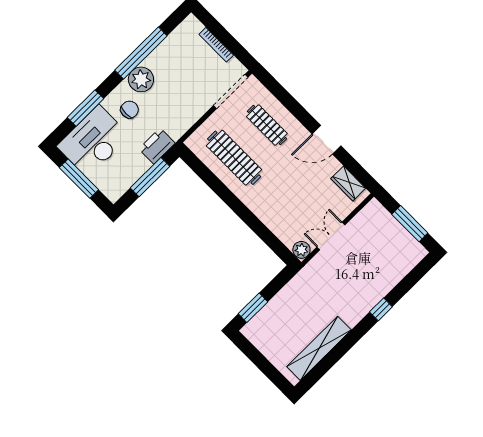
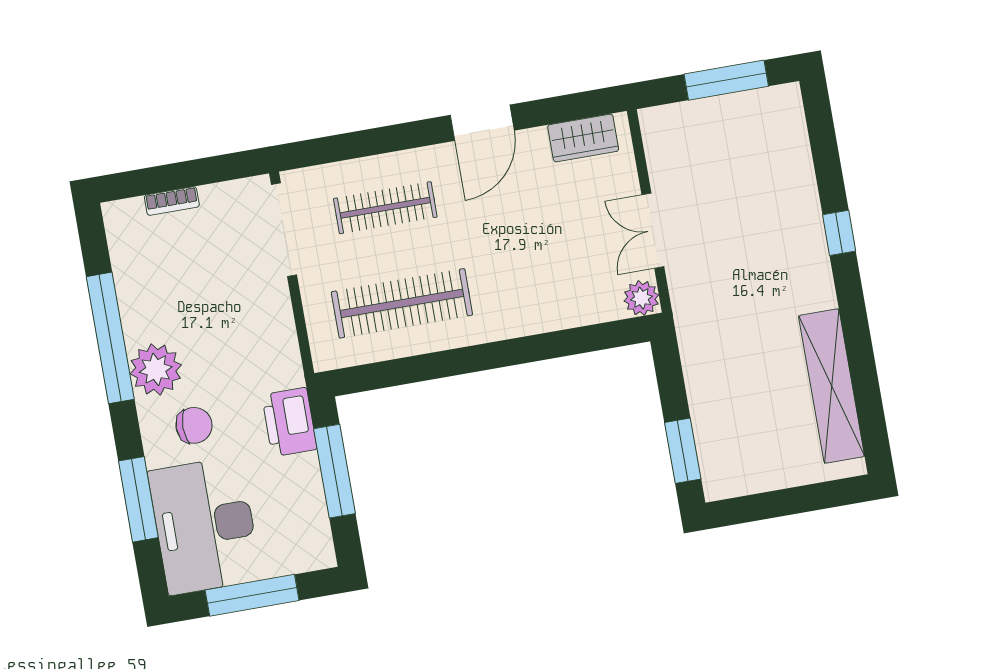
bookcase: (216, 45) -> (172, 201), width x0.64
chair: (130, 110) -> (194, 425), turned 90

